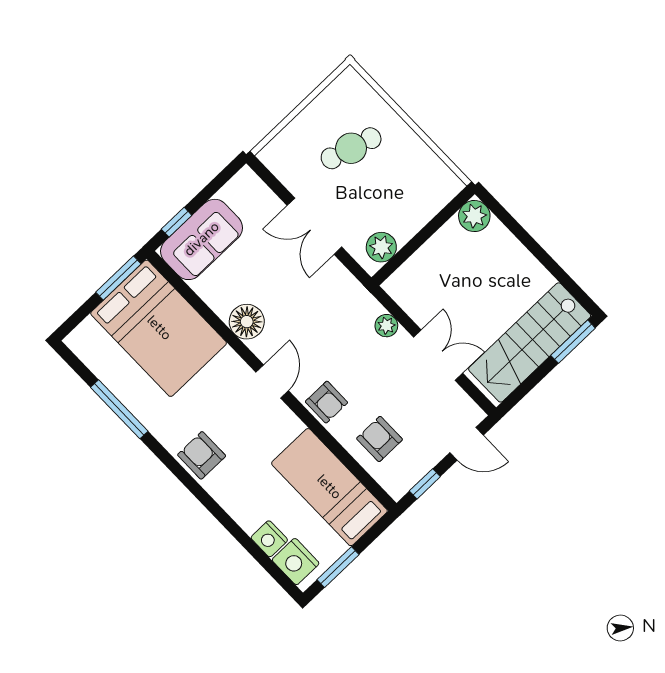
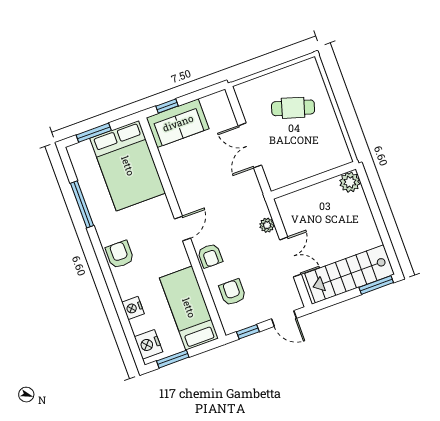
plant: (381, 247) -> (285, 176), removed
window: (118, 278) -> (94, 133), moved
floor lamp: (247, 322) -> (183, 185), removed
nightstand: (269, 539) -> (133, 308), moved

